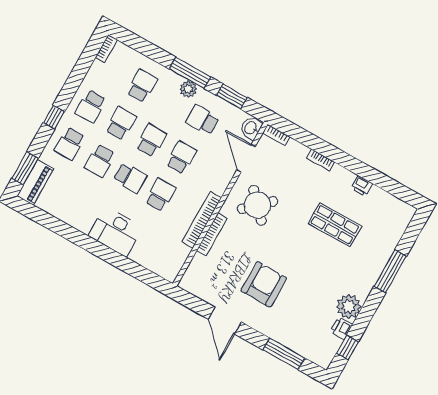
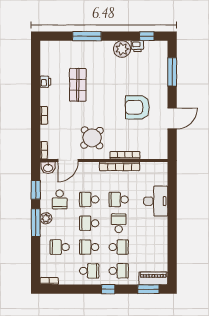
desk: (116, 232) -> (156, 201), moved

